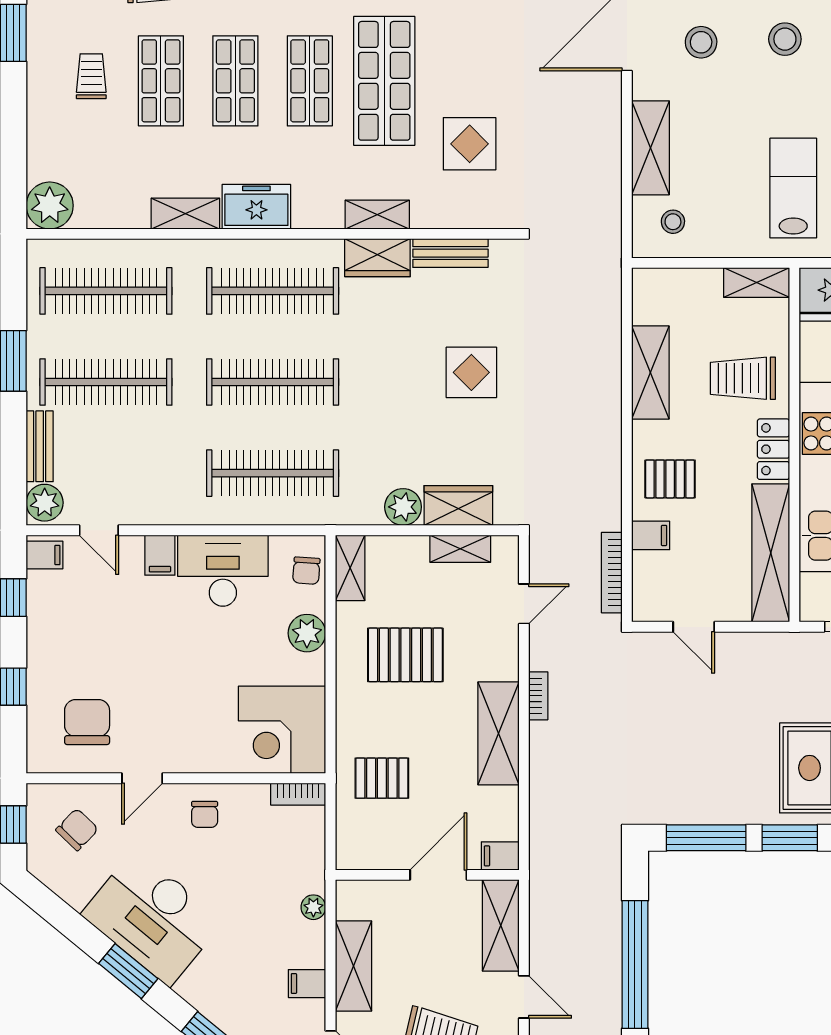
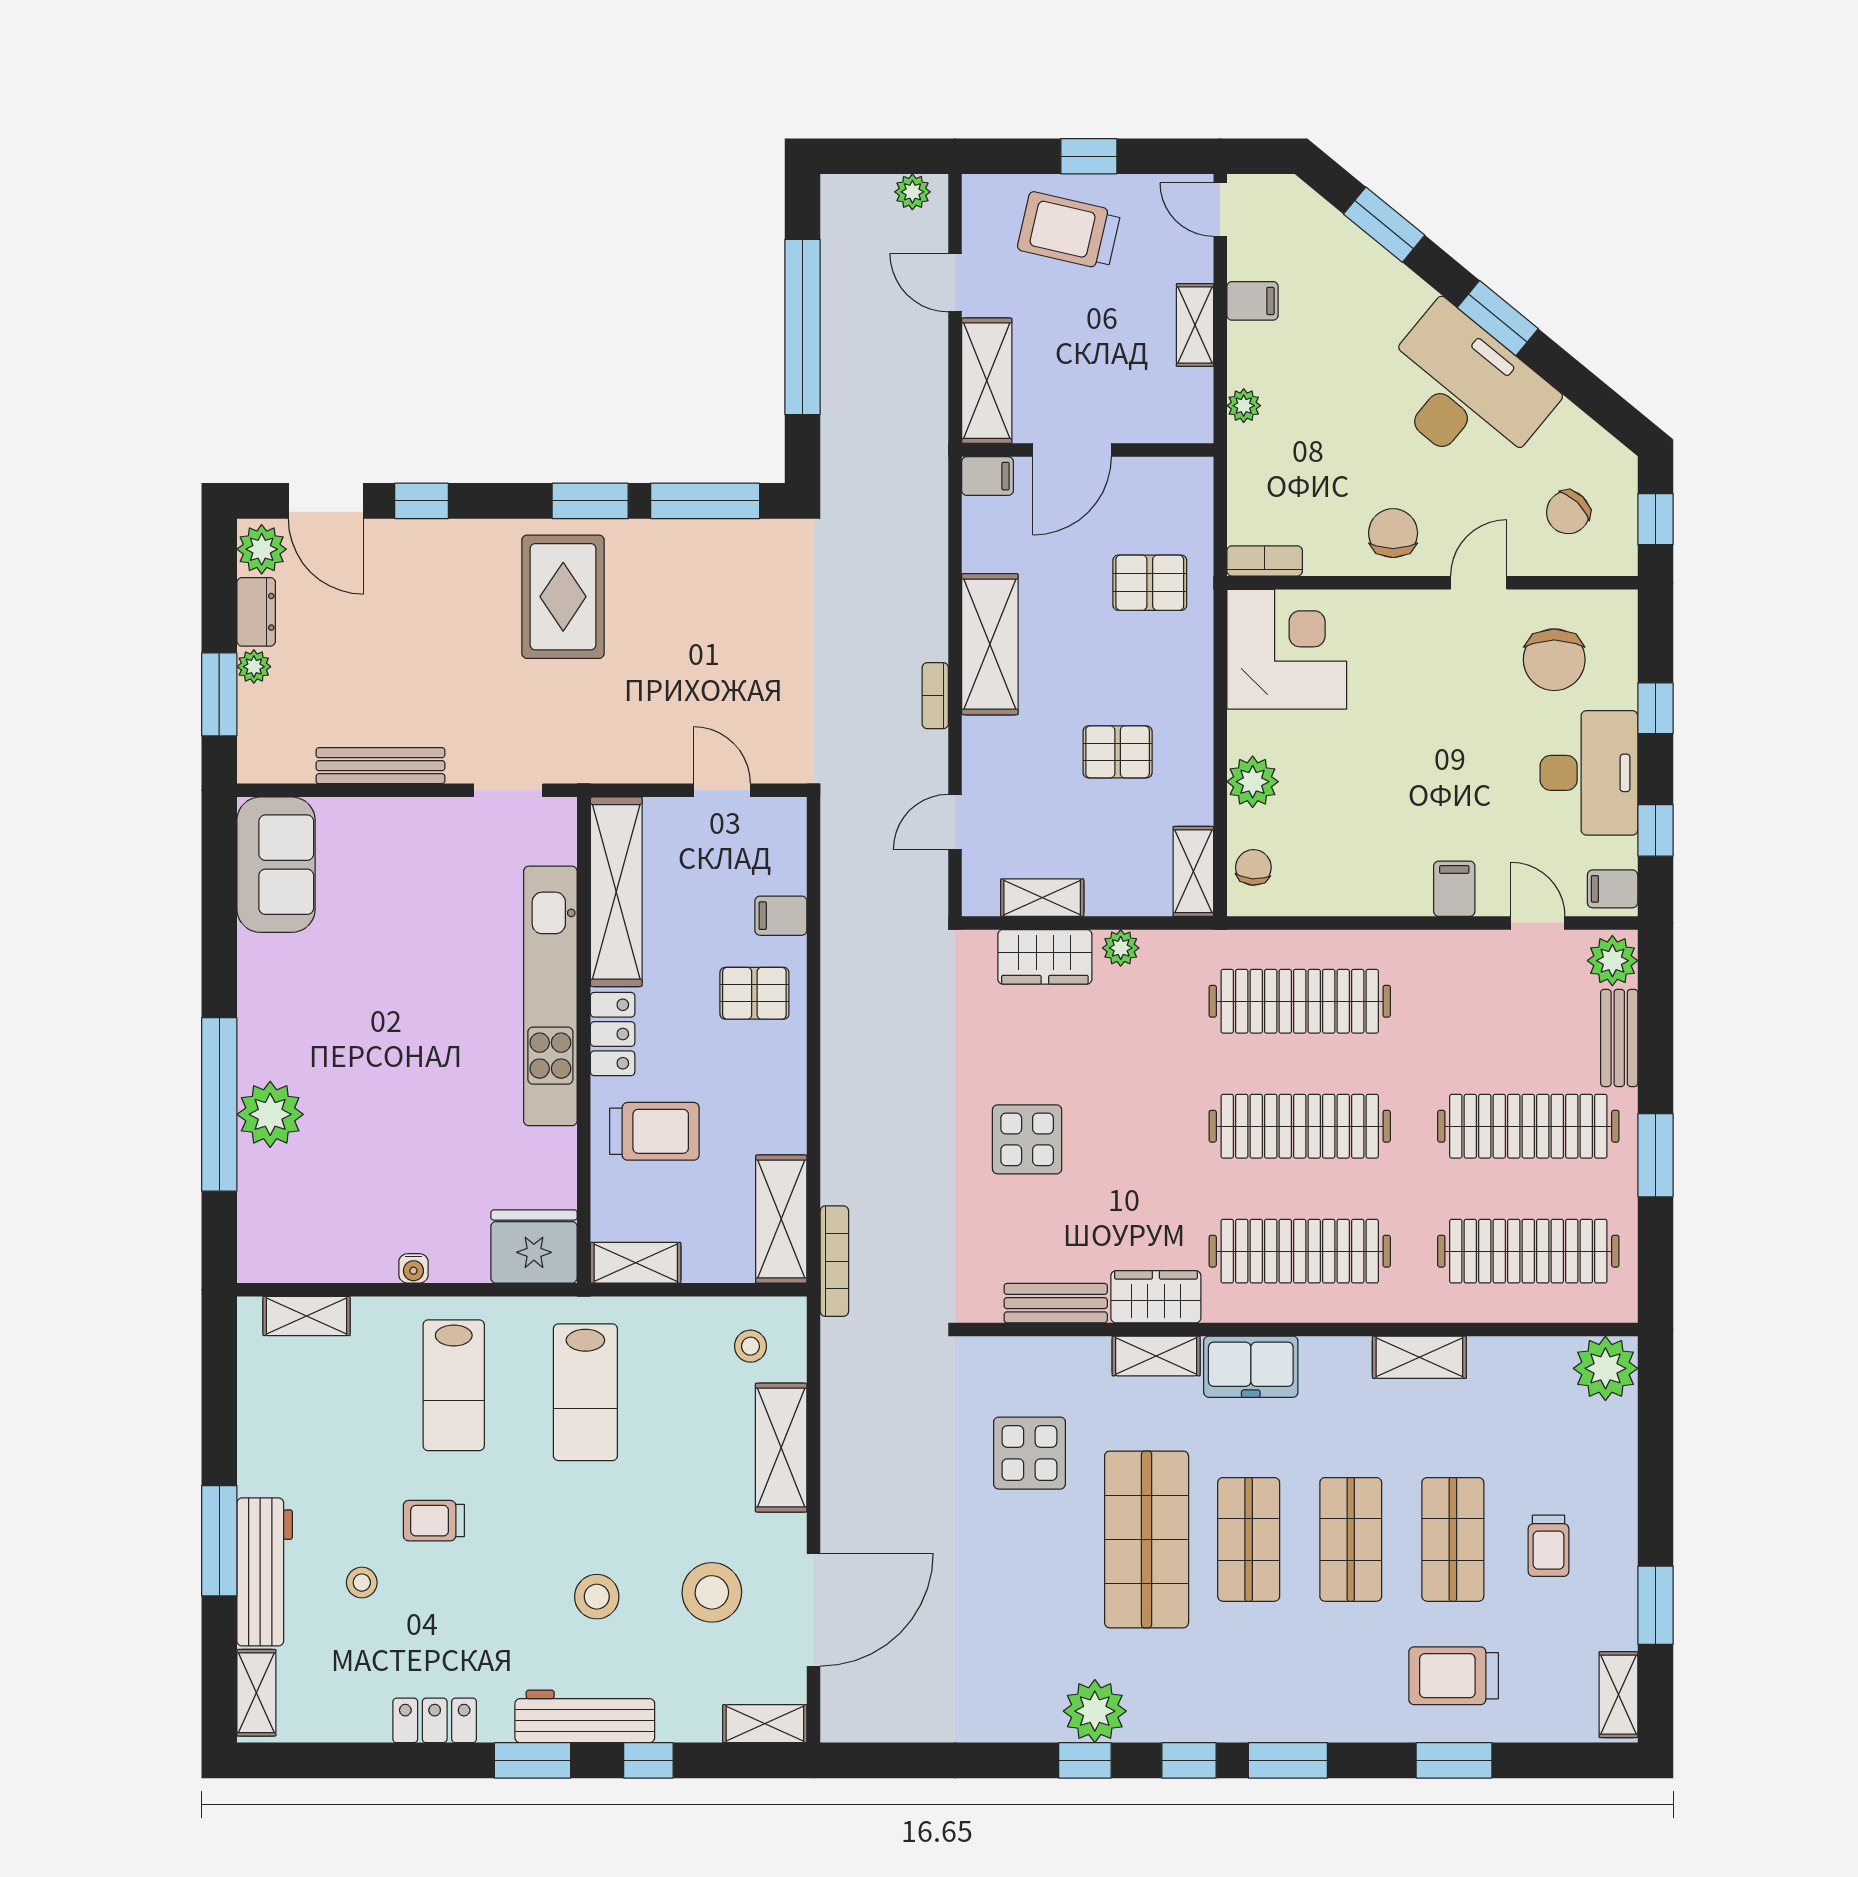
stool: (701, 42) -> (712, 1592), width x1.38, depth x1.38
freezer: (256, 207) -> (1251, 1367), moved
shelving: (650, 372) -> (781, 1219), moved
plant: (403, 507) -> (1121, 948), width x0.73, depth x0.73
desk: (223, 571) -> (1589, 773), moved, turned -90
bookcase: (612, 573) -> (834, 1261), moved
pallet: (405, 655) -> (1118, 752), width x0.67, depth x0.71
chair: (205, 814) -> (1393, 533), width x1.37, depth x1.37
shelving: (353, 966) -> (1195, 325), width x0.67, depth x0.75

